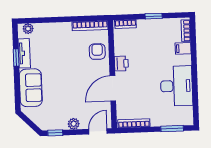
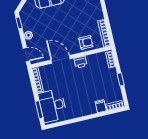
desk: (177, 86) -> (53, 106), moved, turned 90

